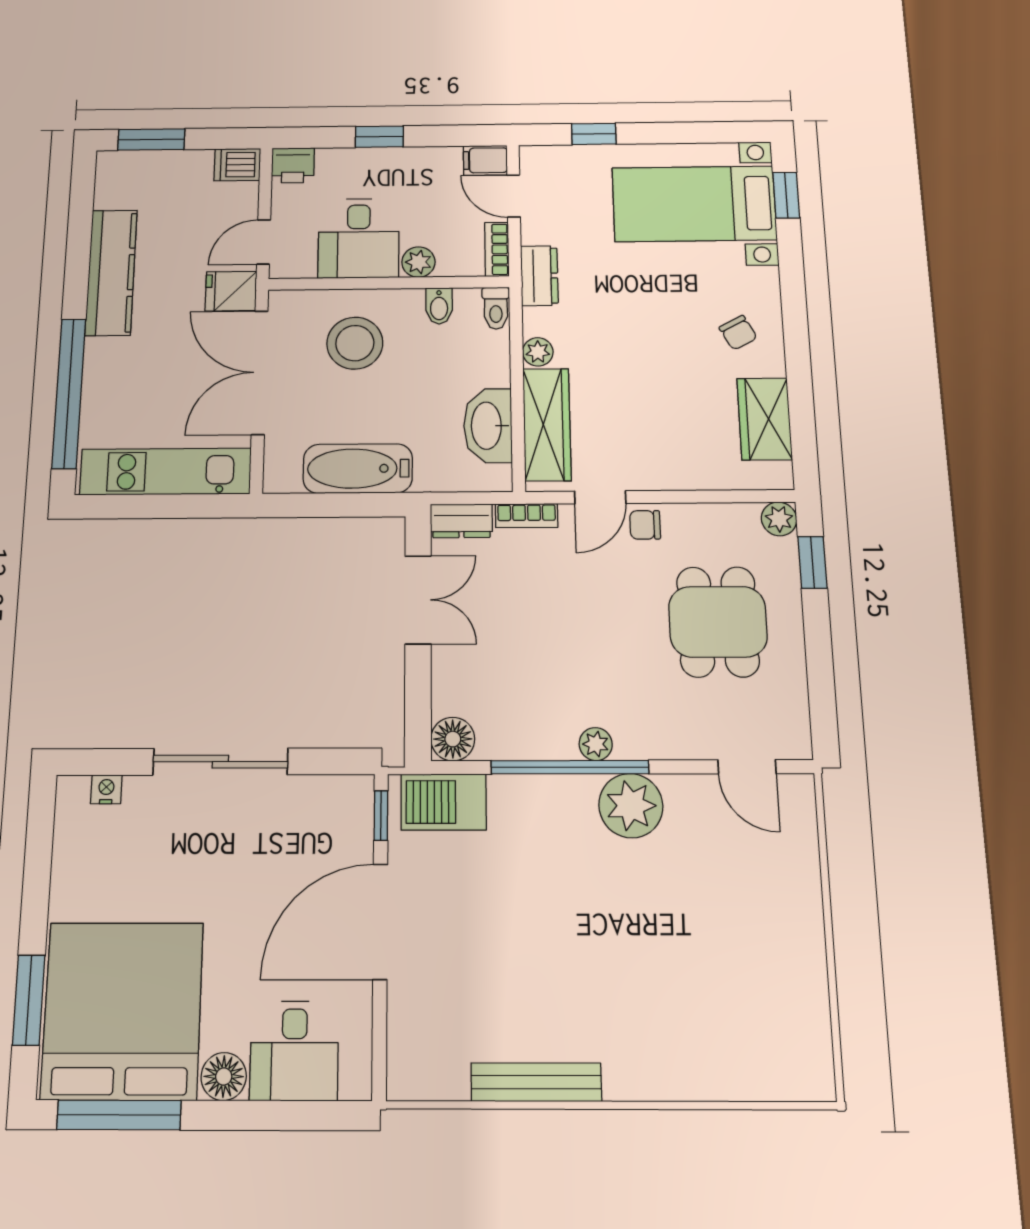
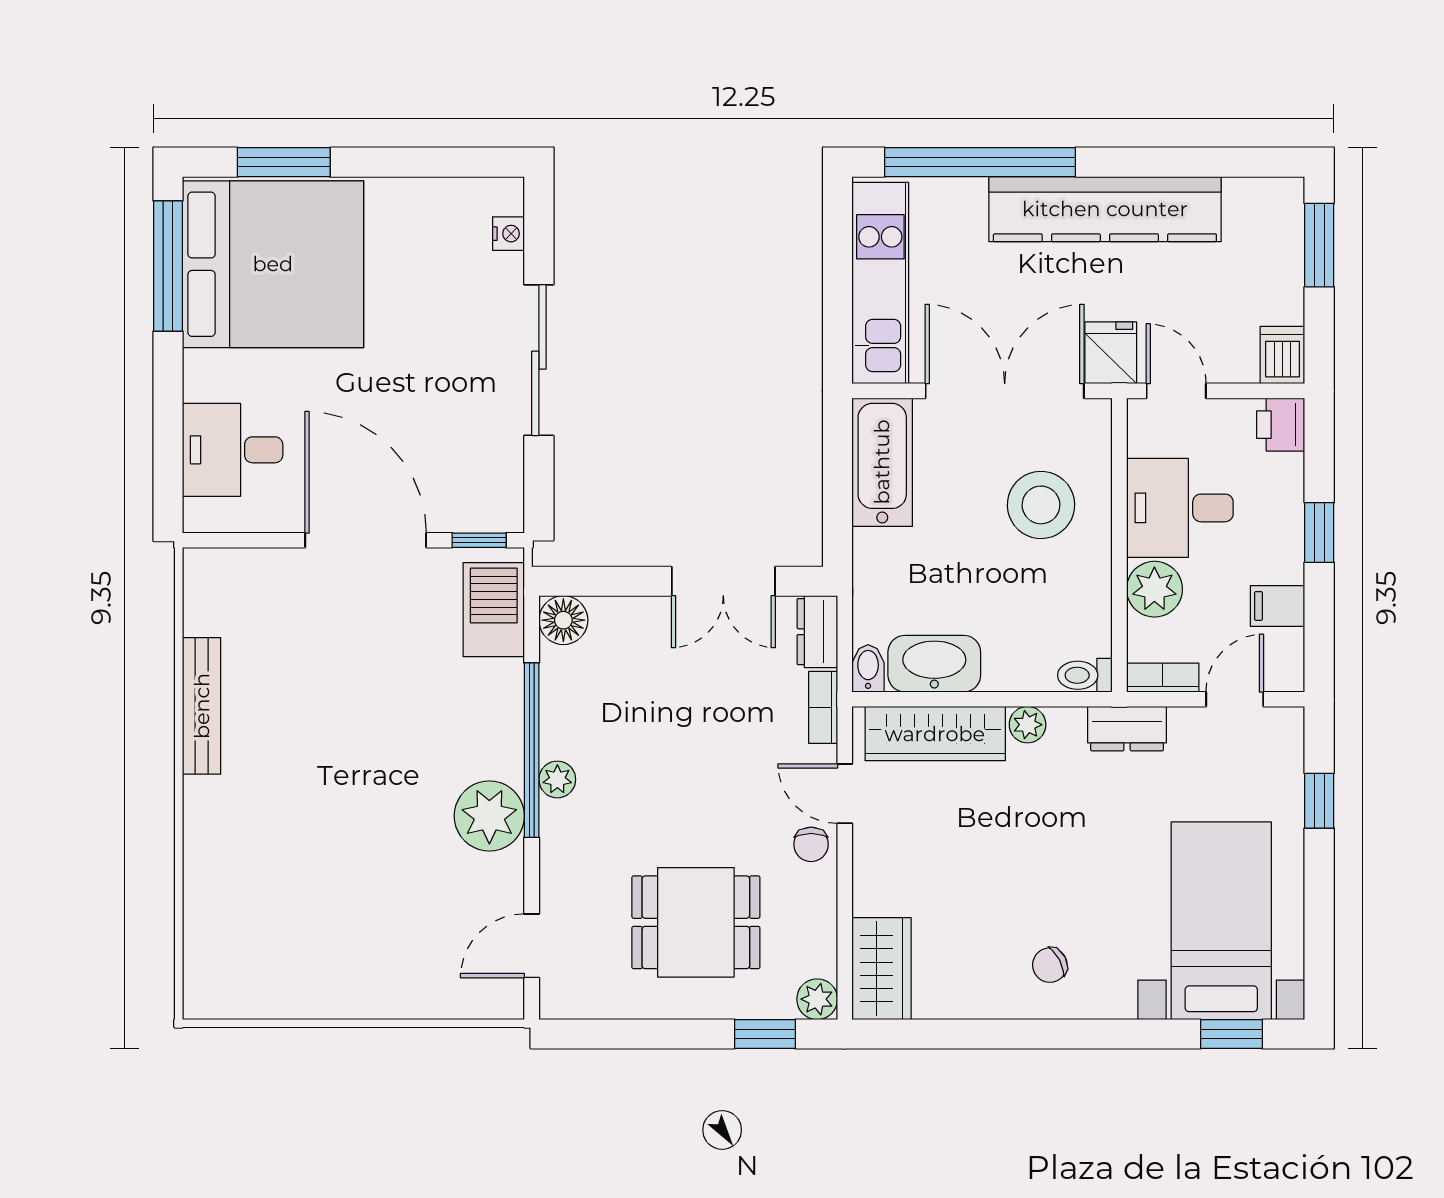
filing cabinet: (485, 160) -> (1278, 606), moved, turned -90
plant: (418, 262) -> (1154, 589), width x1.38, depth x1.38
kitchen counter: (111, 272) -> (1105, 209), width x1.39, depth x1.17
bidet: (439, 306) -> (868, 668), moved, turned 90
wardrobe: (765, 419) -> (882, 969), moved, turned 90
bathtub: (358, 469) -> (882, 462), moved
chair: (645, 525) -> (811, 844), turned 180
floor lamp: (224, 1077) -> (206, 375), removed

